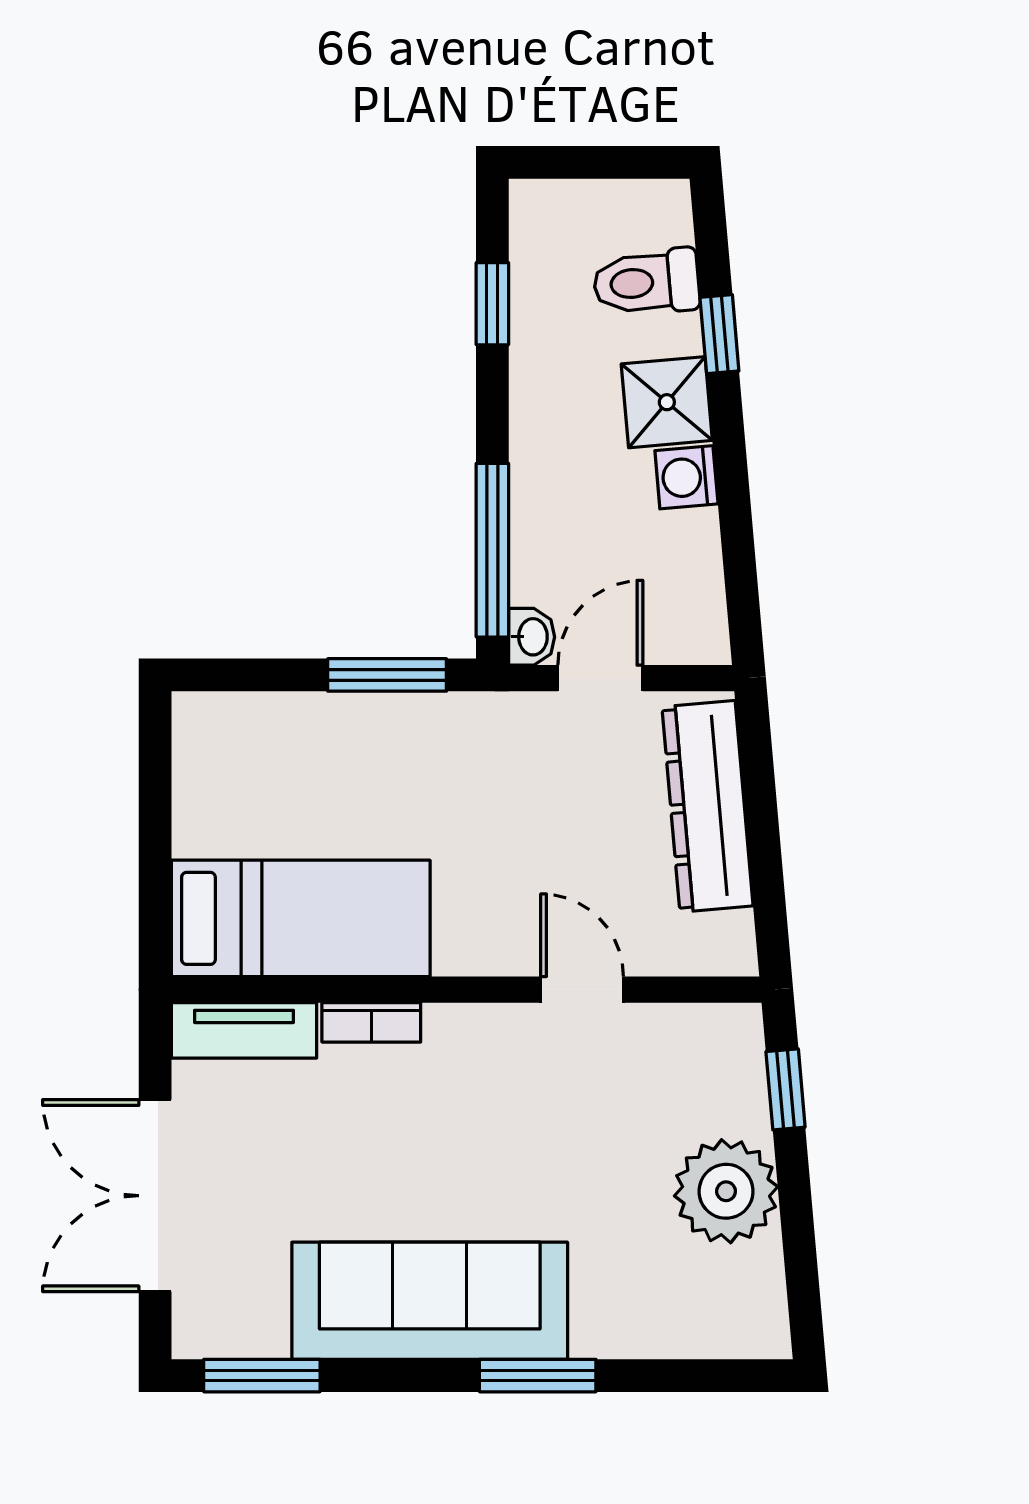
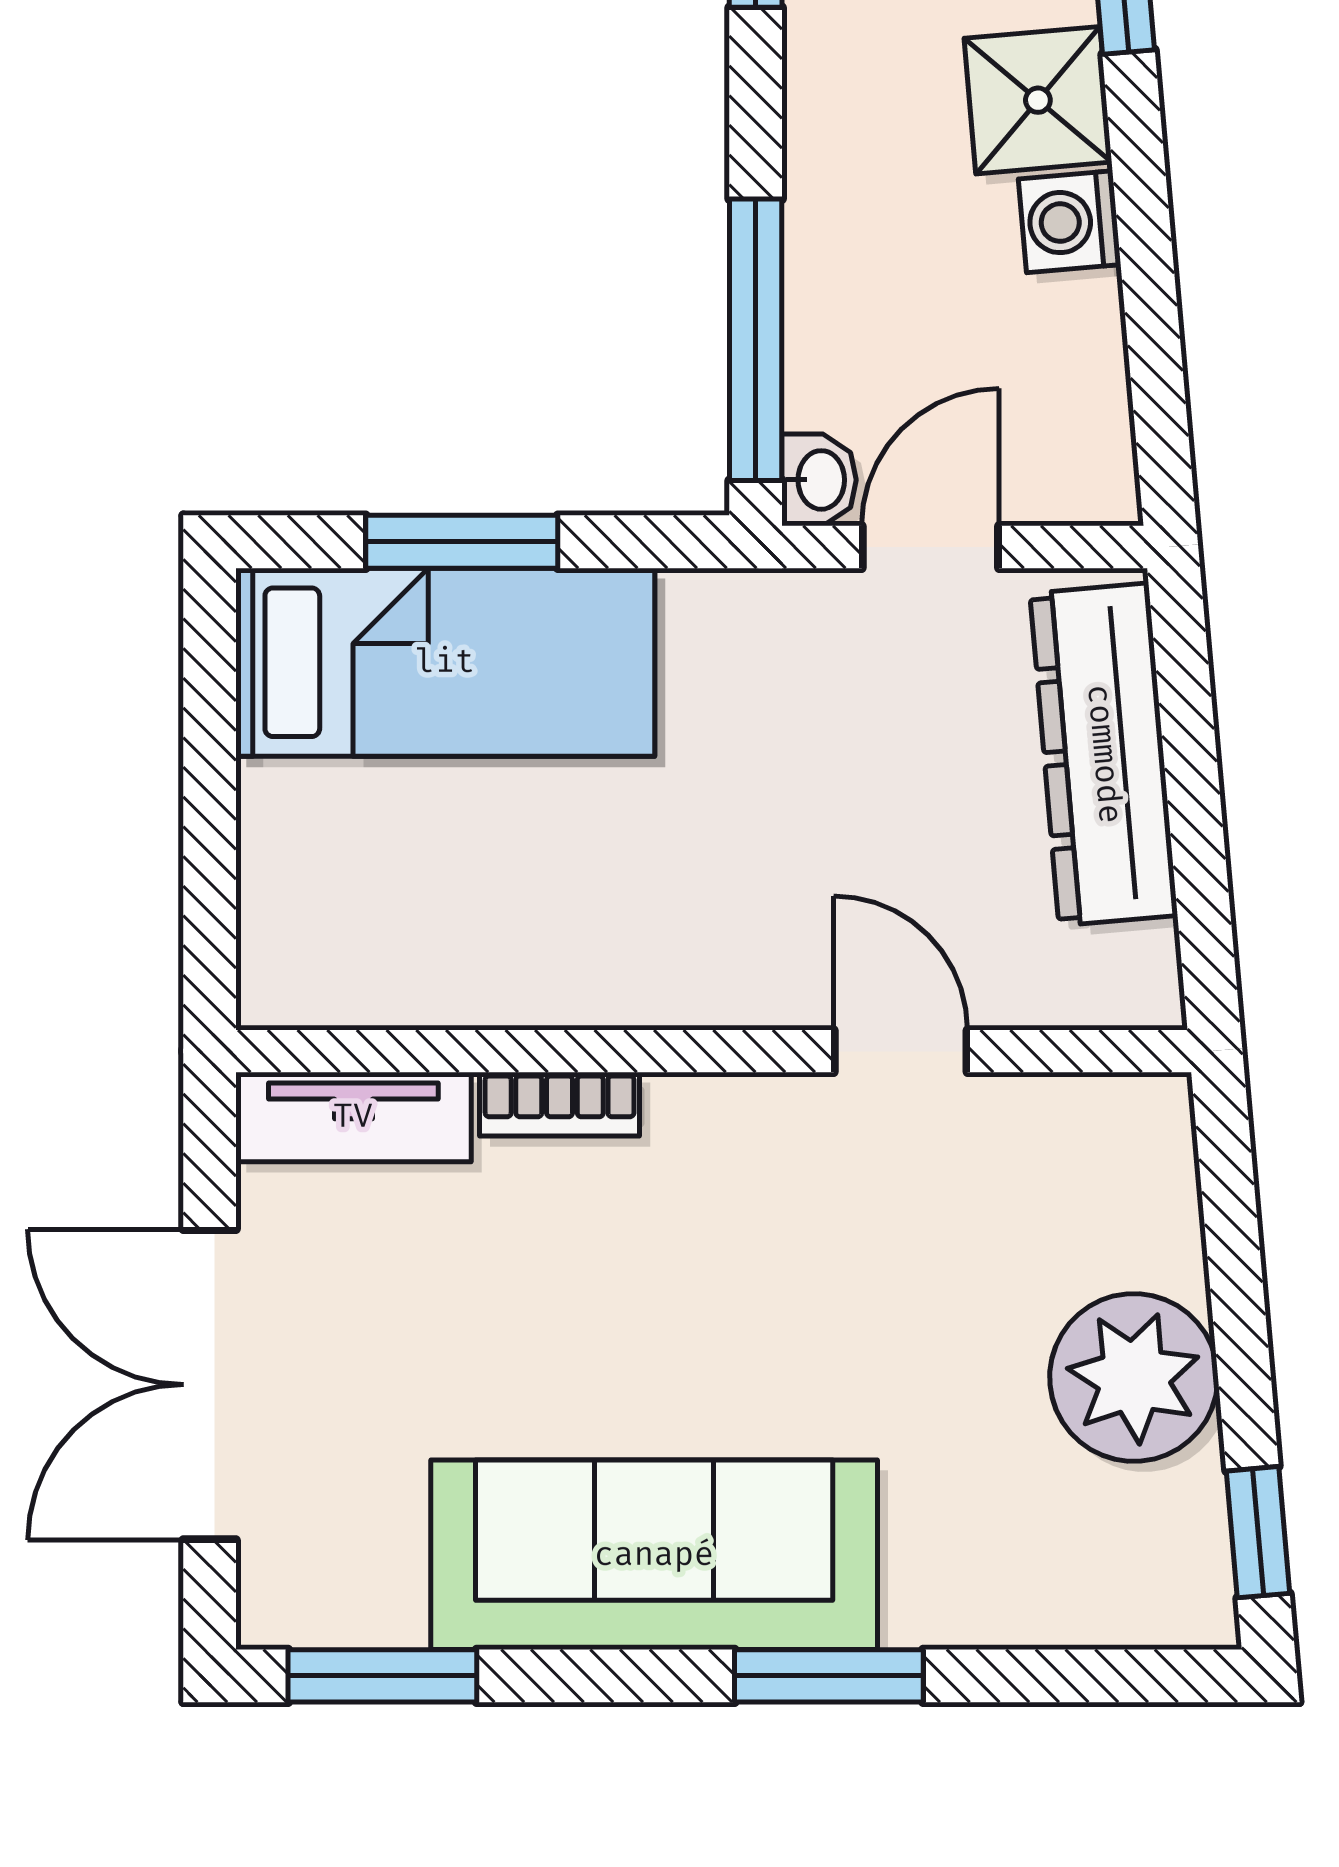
window: (387, 675) -> (462, 542), moved
bed: (301, 918) -> (445, 662), moved
window: (786, 1089) -> (1258, 1532), moved

